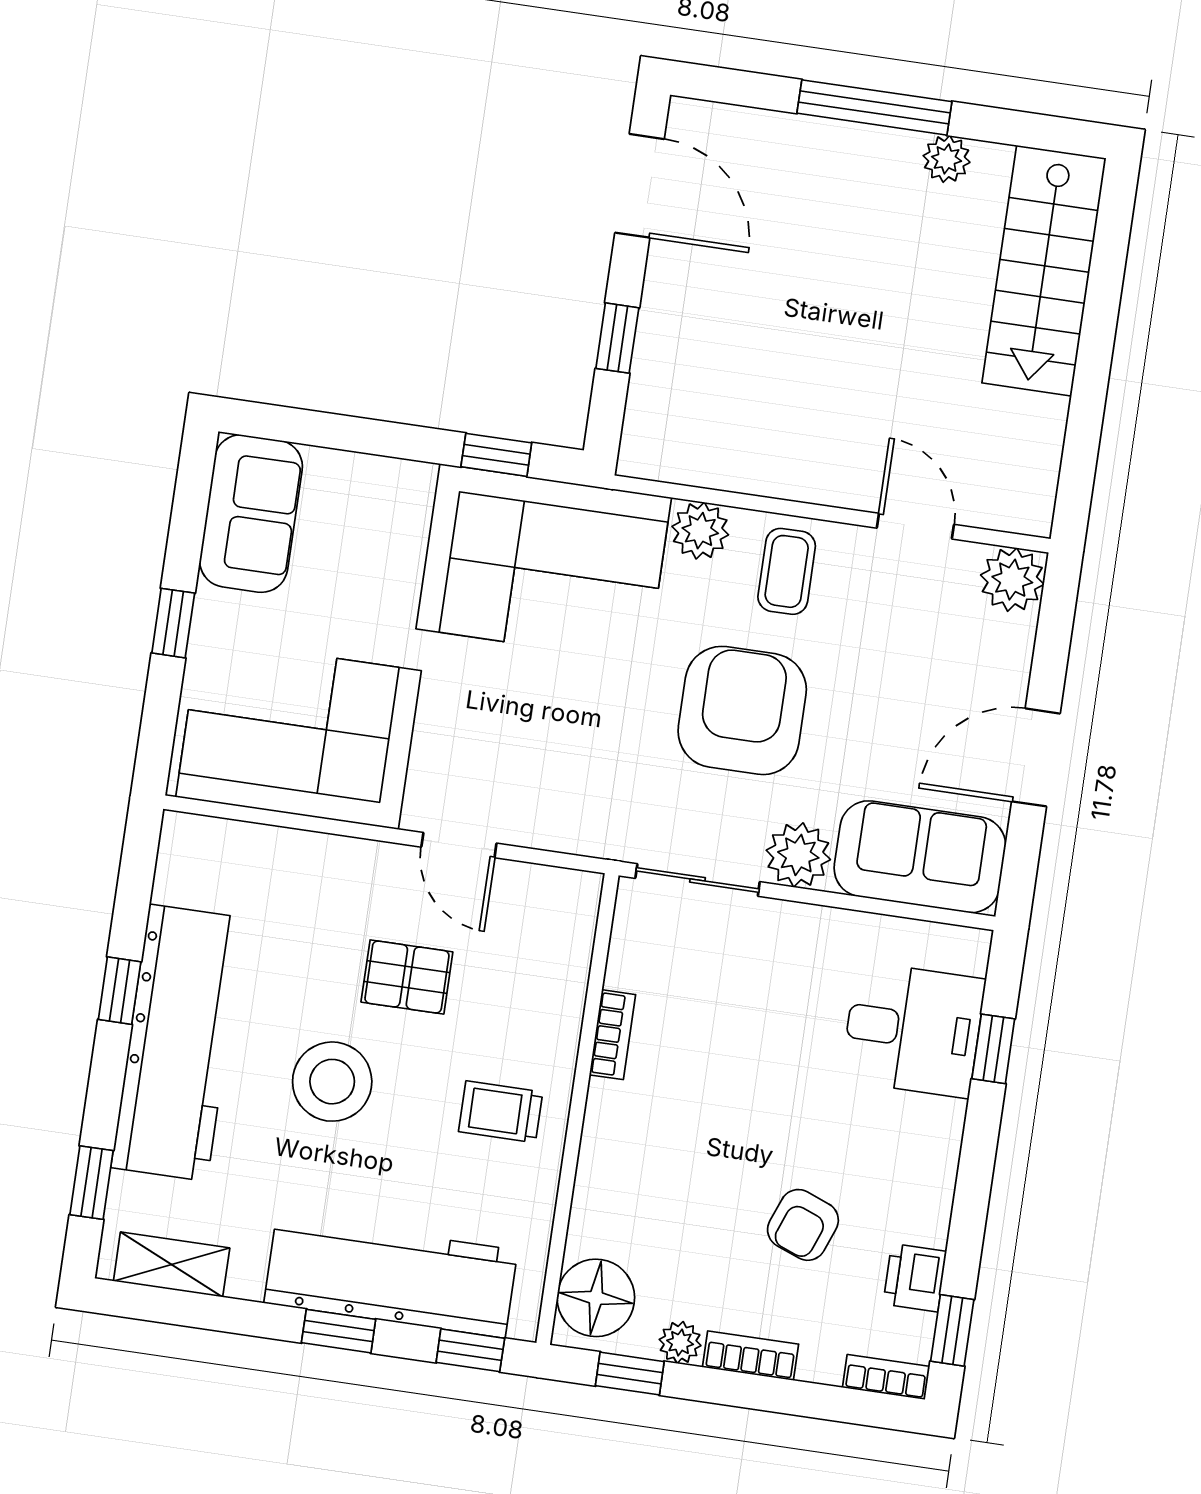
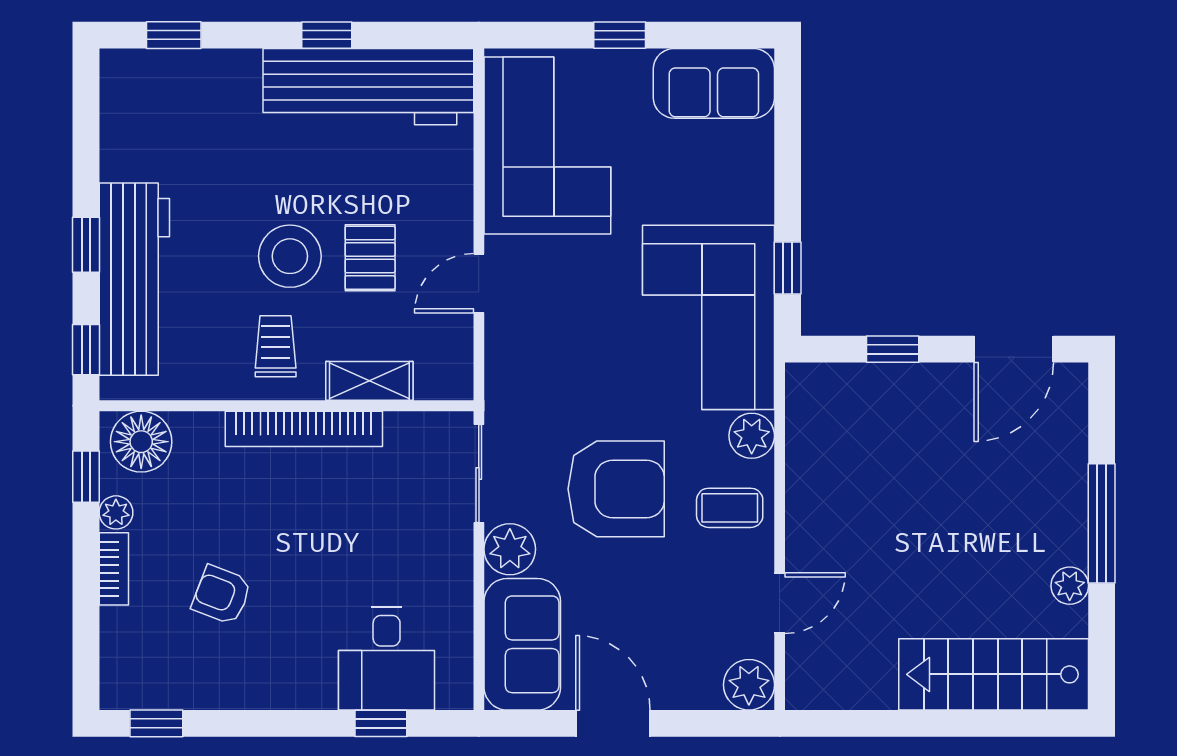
bookcase: (612, 1035) -> (304, 429), width x2.31, depth x1.31
workbench: (178, 1043) -> (368, 87), moved
stool: (332, 1082) -> (290, 256), moved
shelving: (172, 1265) -> (369, 381), moved, turned 90
printer: (915, 1278) -> (193, 688), removed
bookcase: (886, 1377) -> (112, 677), removed

